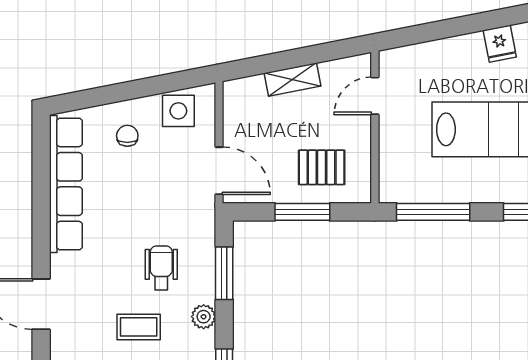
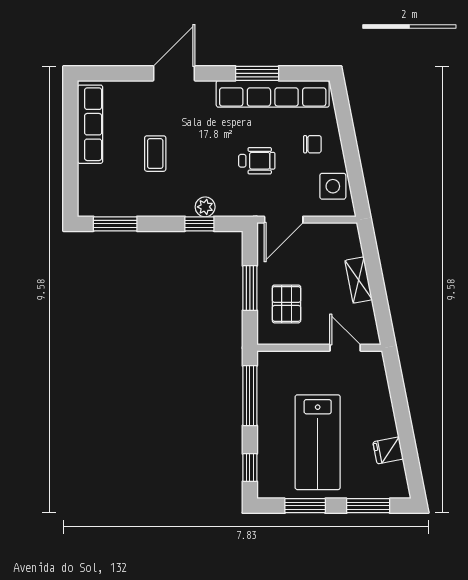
window: (41, 203) -> (257, 73), added
wheelchair: (161, 268) -> (257, 161), moved
window: (224, 273) -> (199, 224), width x0.67
plant: (204, 317) -> (205, 207), moved

